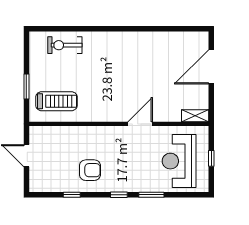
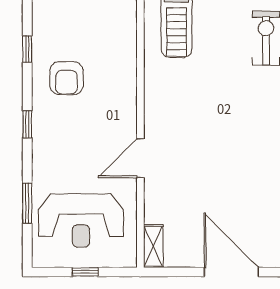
door: (140, 124) -> (140, 158), swing flipped
reception desk: (179, 161) -> (81, 221), turned 180
window: (151, 195) -> (27, 203), moved

